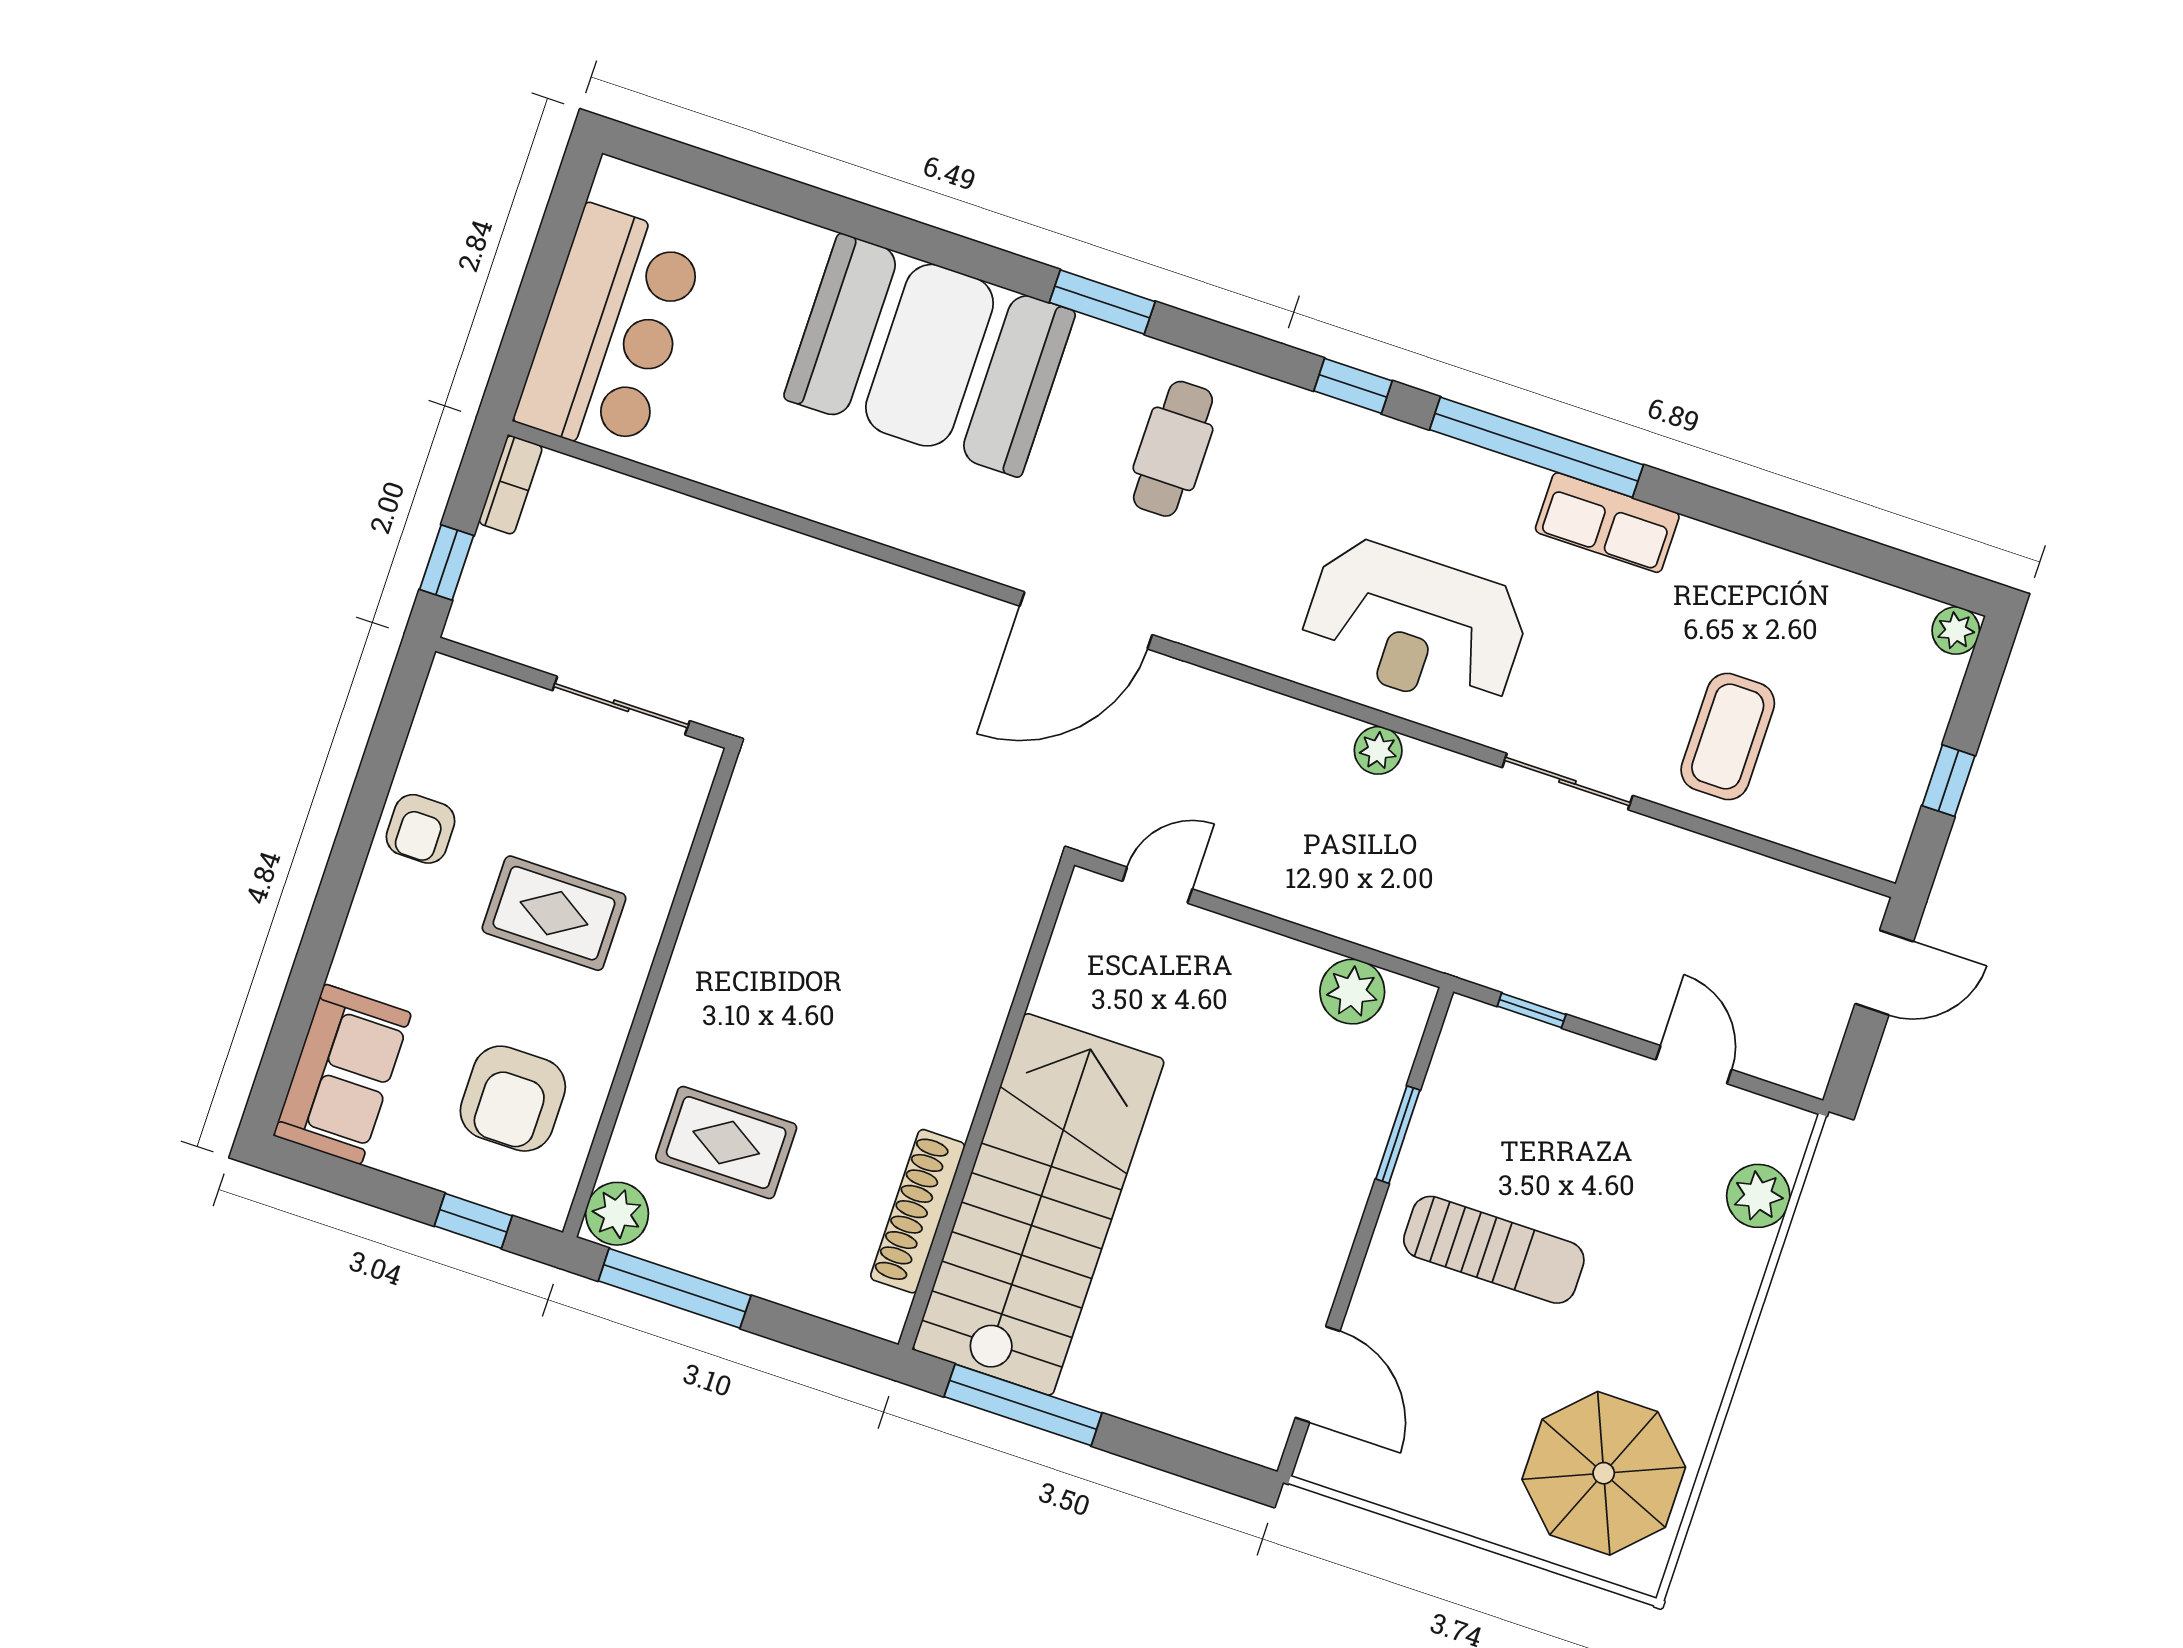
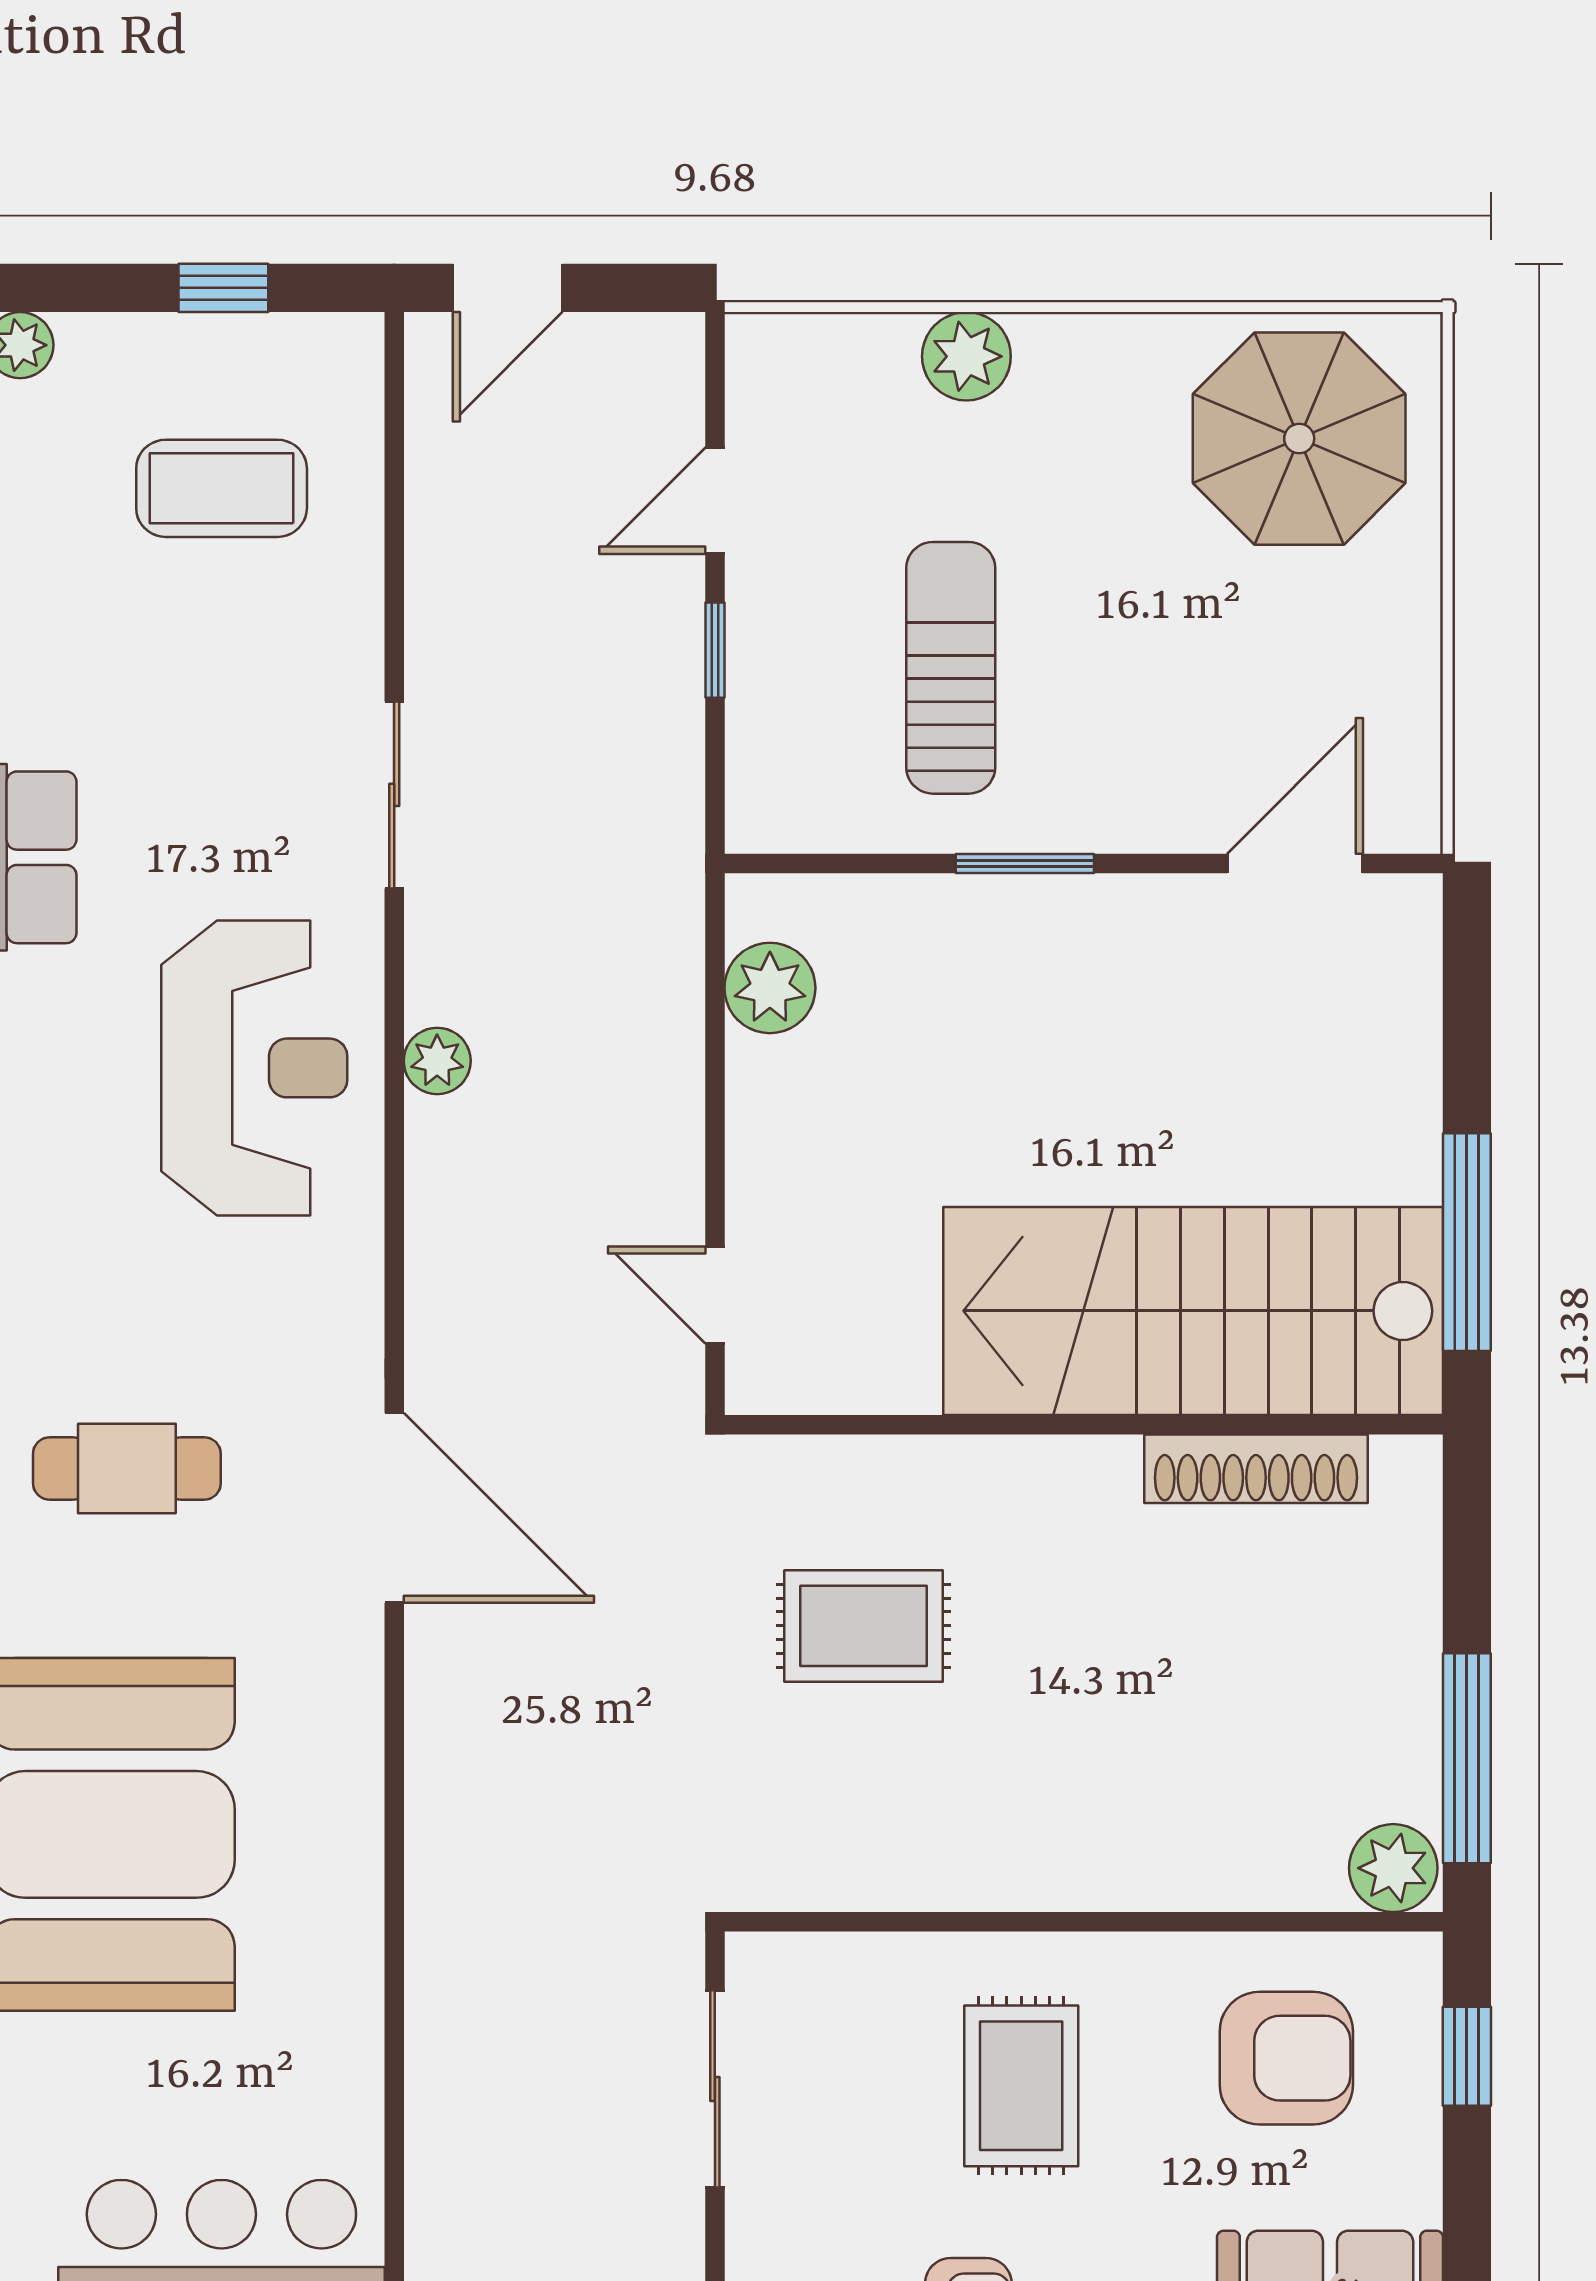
coffee table: (1728, 737) -> (222, 488), moved
door: (1884, 973) -> (508, 288), swing flipped
window: (1532, 1010) -> (715, 650), moved
window: (1398, 1135) -> (1025, 863), moved
rug: (726, 1143) -> (863, 1626), moved, turned 90
plant: (1758, 1196) -> (966, 356), moved
sun lounger: (1494, 1250) -> (951, 668), moved

